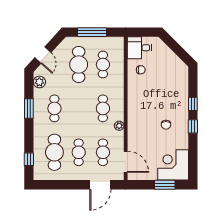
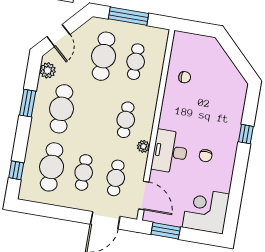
desk: (139, 48) -> (170, 152), moved, width x1.37
cafe table: (54, 108) -> (61, 109), width x1.37, depth x1.35
window: (193, 126) -> (241, 164), removed
window: (165, 185) -> (166, 231), moved

